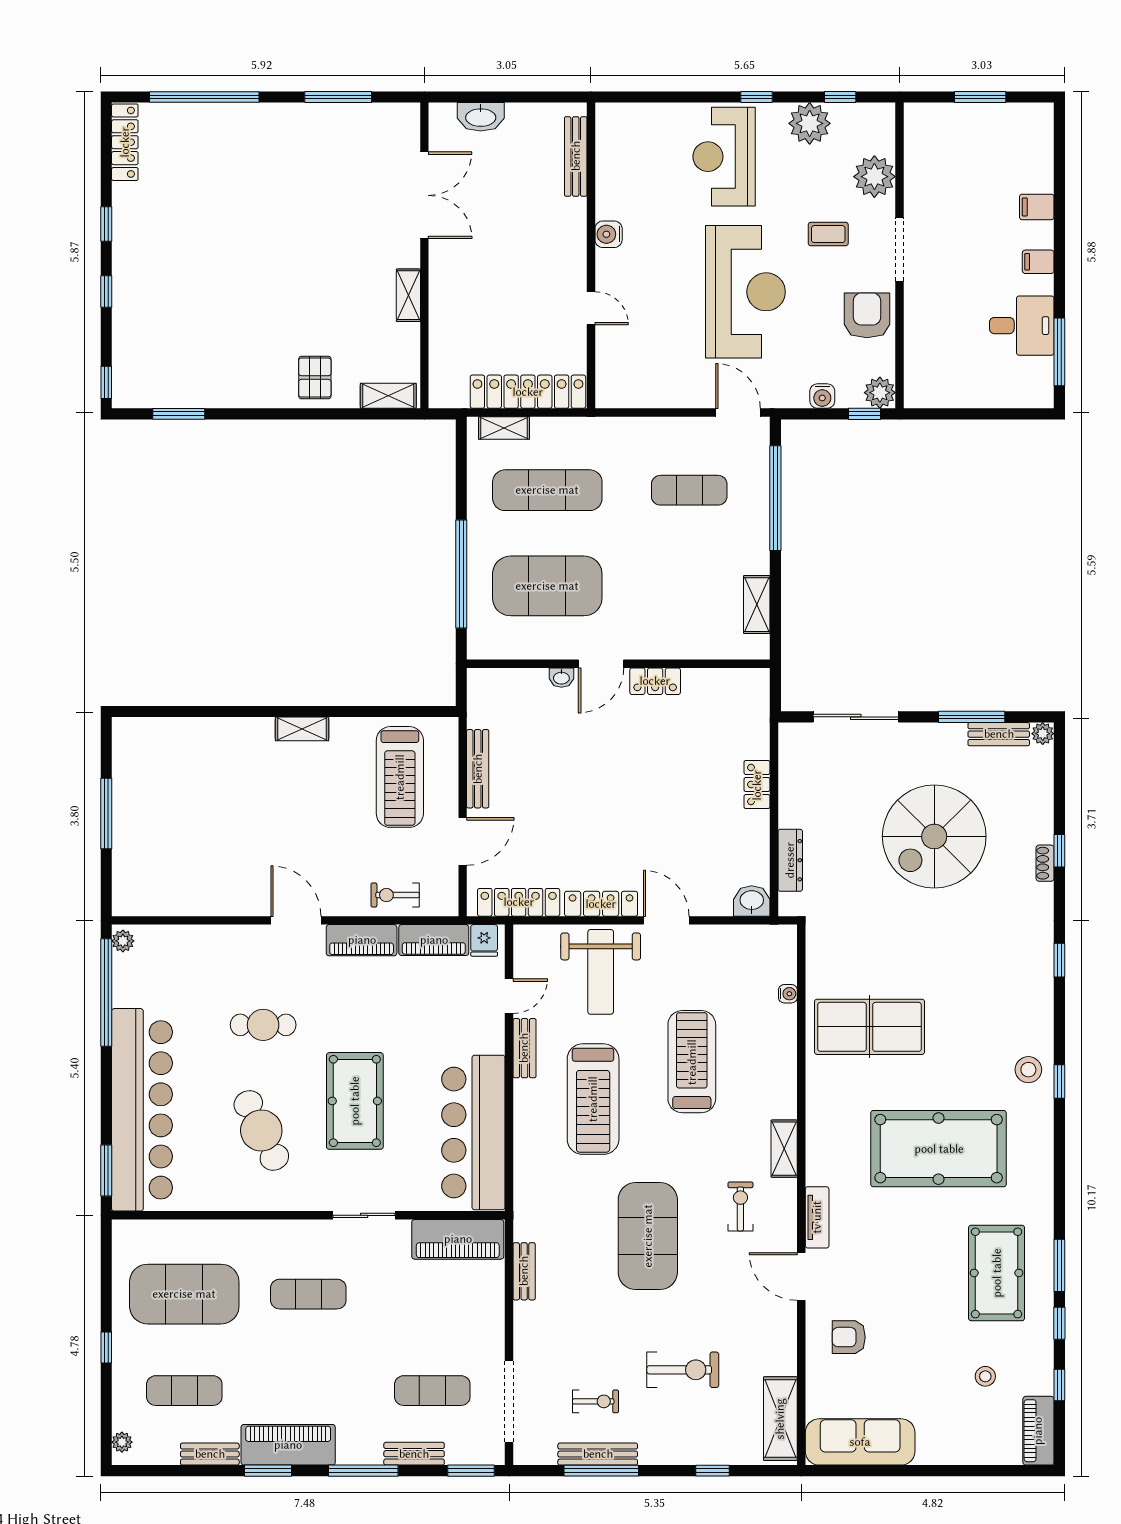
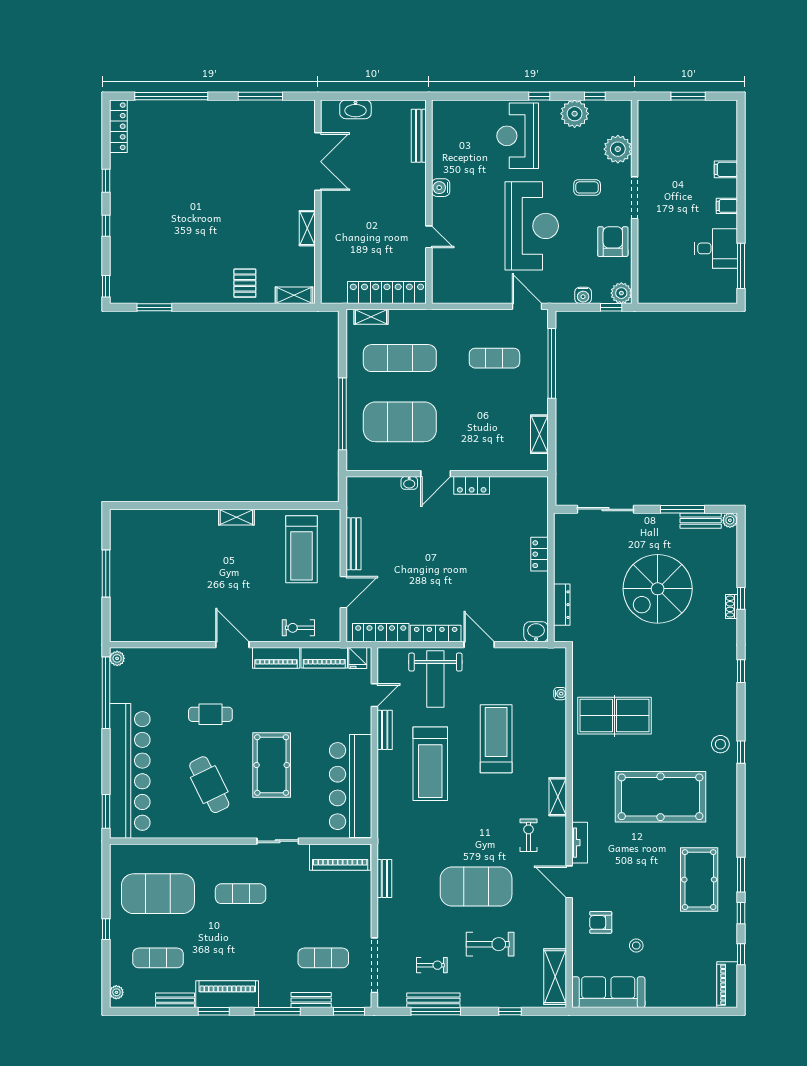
exercise mat: (648, 1236) -> (476, 887), moved, turned 90
stool: (985, 1376) -> (636, 945), moved

